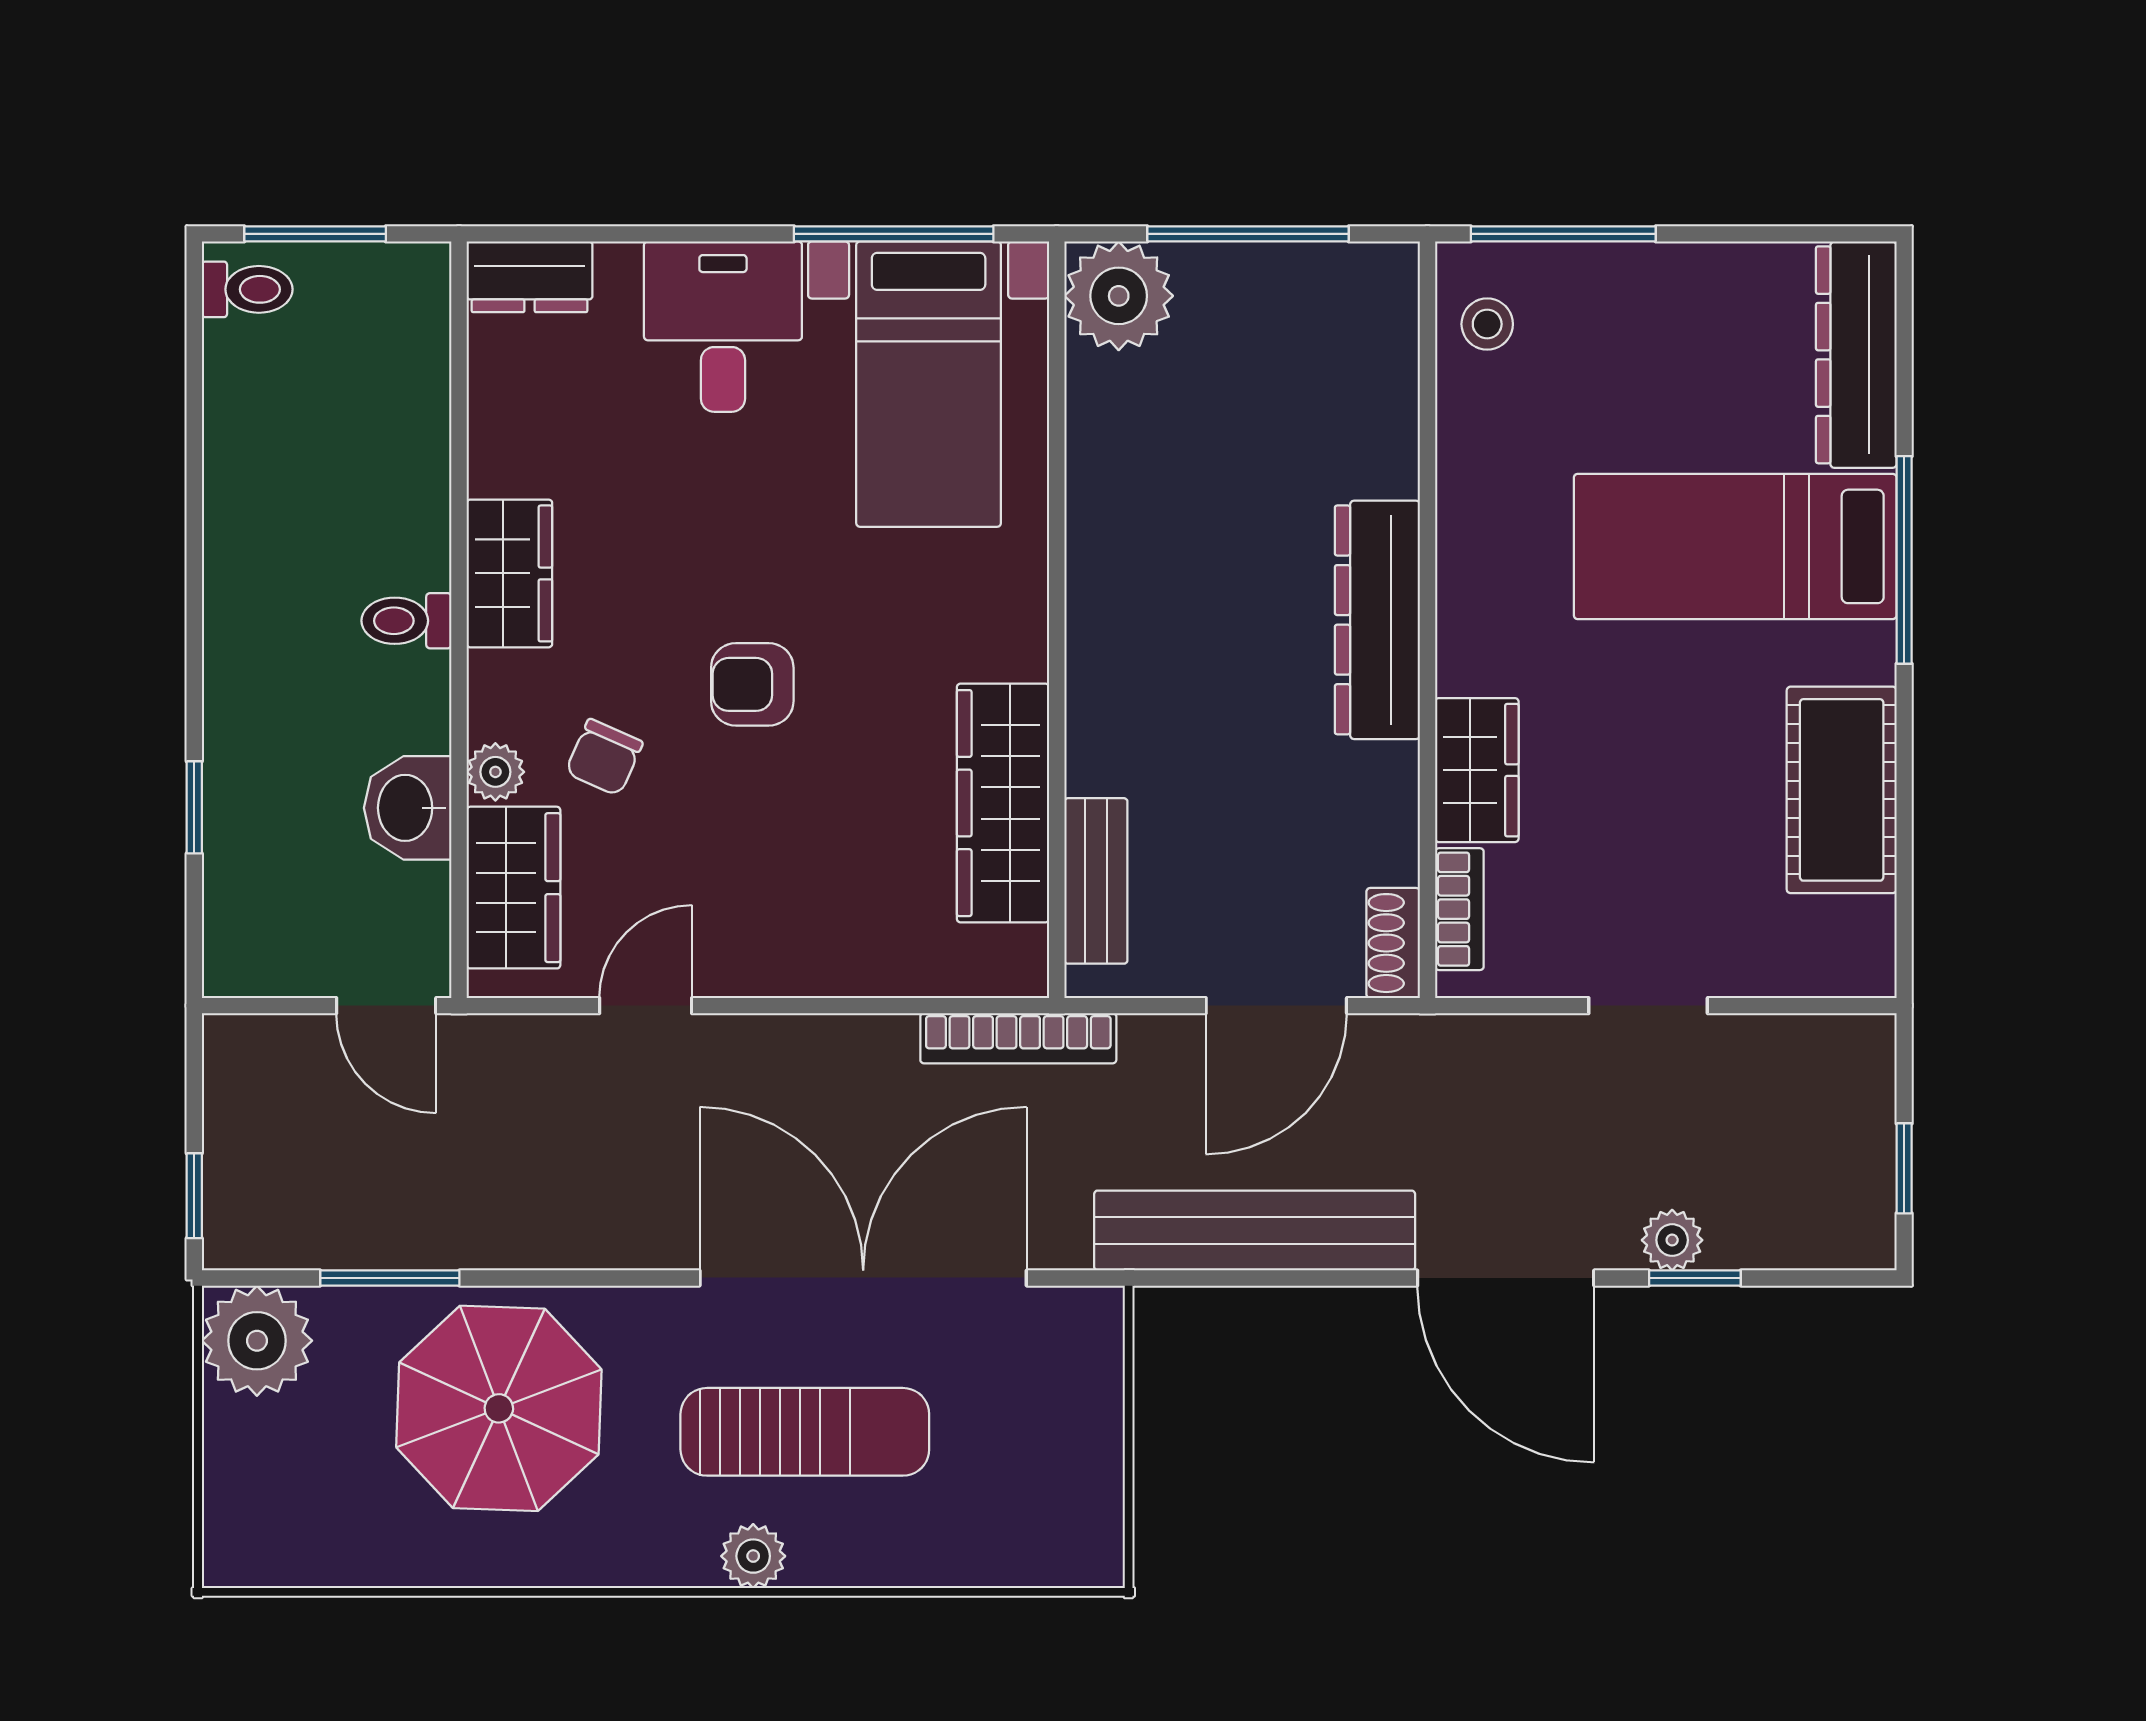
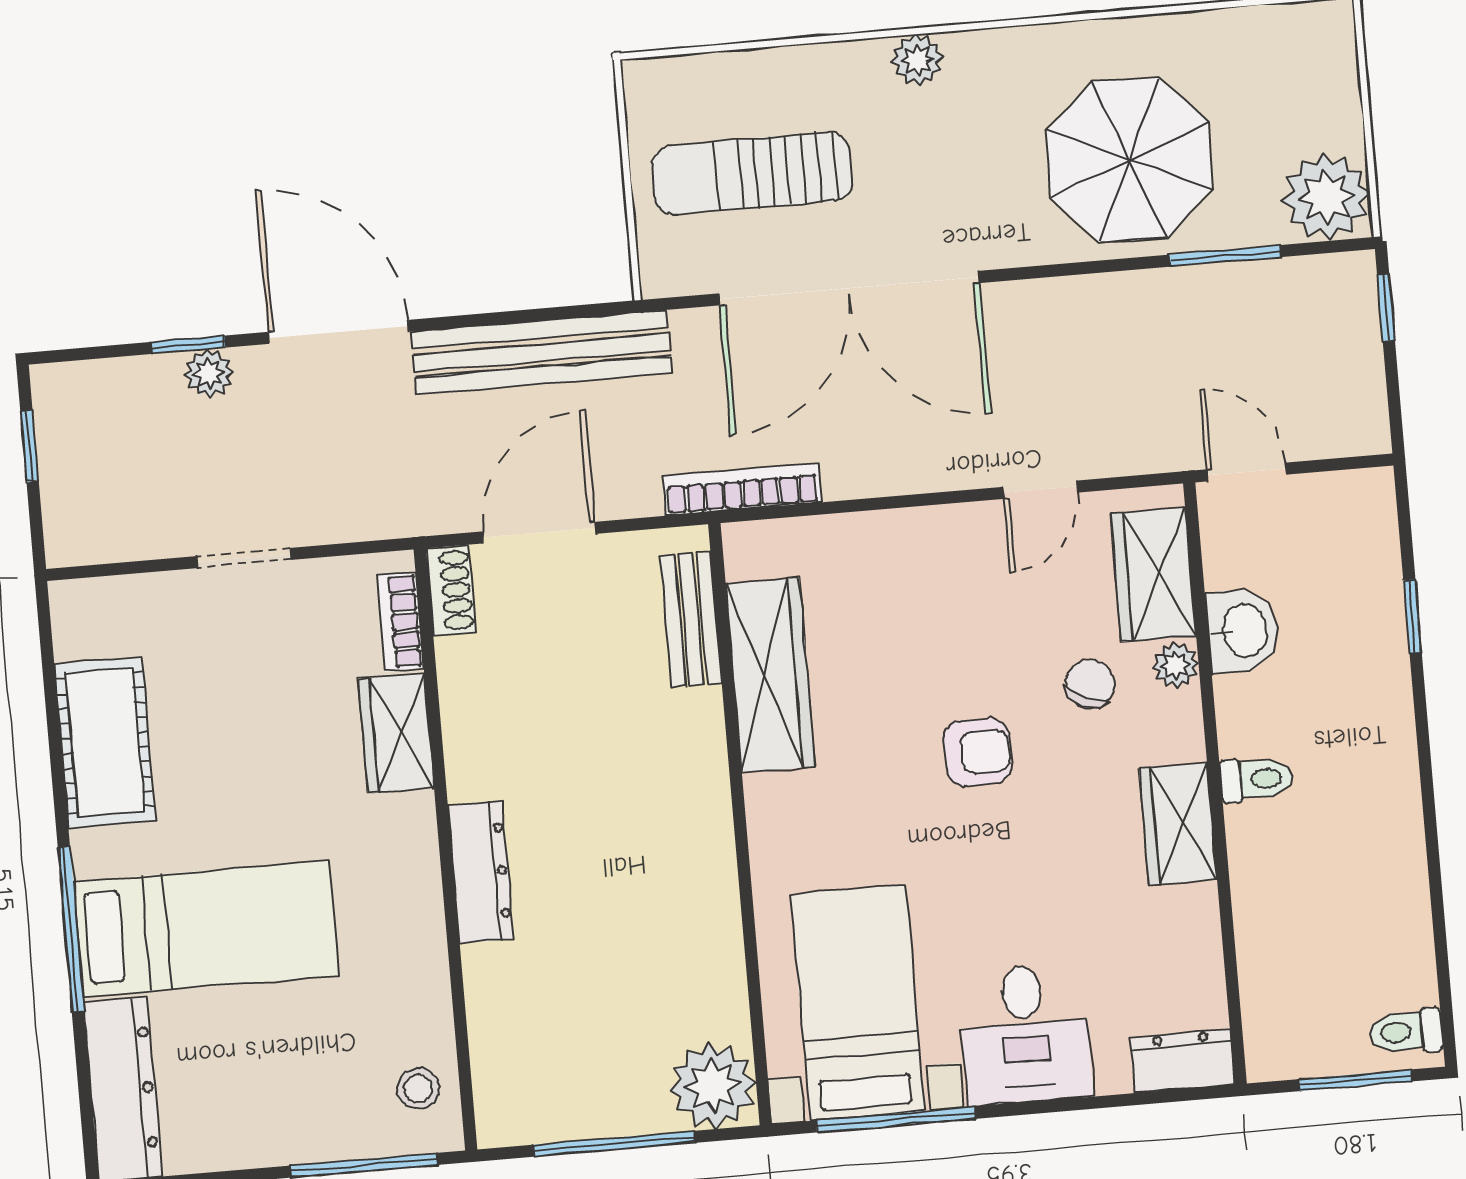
dresser: (1377, 620) -> (481, 872), width x0.73, depth x0.80
sun lounger: (805, 1432) -> (752, 173), moved

